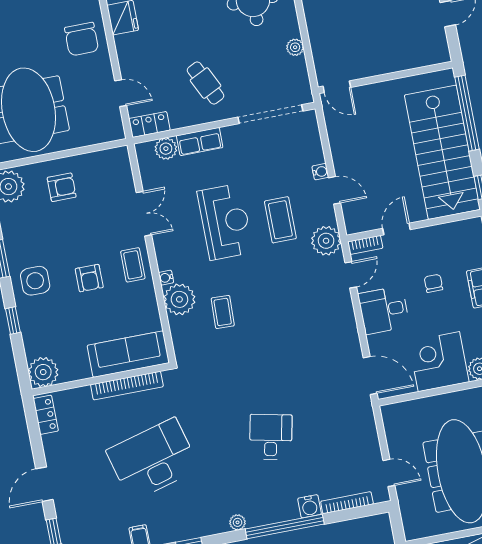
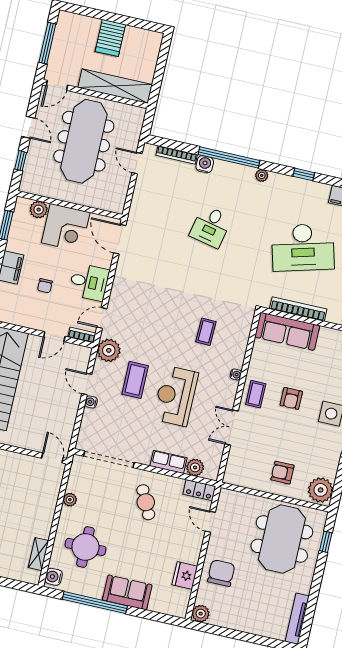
armchair: (89, 278) -> (291, 398), turned 180
plant: (179, 299) -> (233, 355), removed

